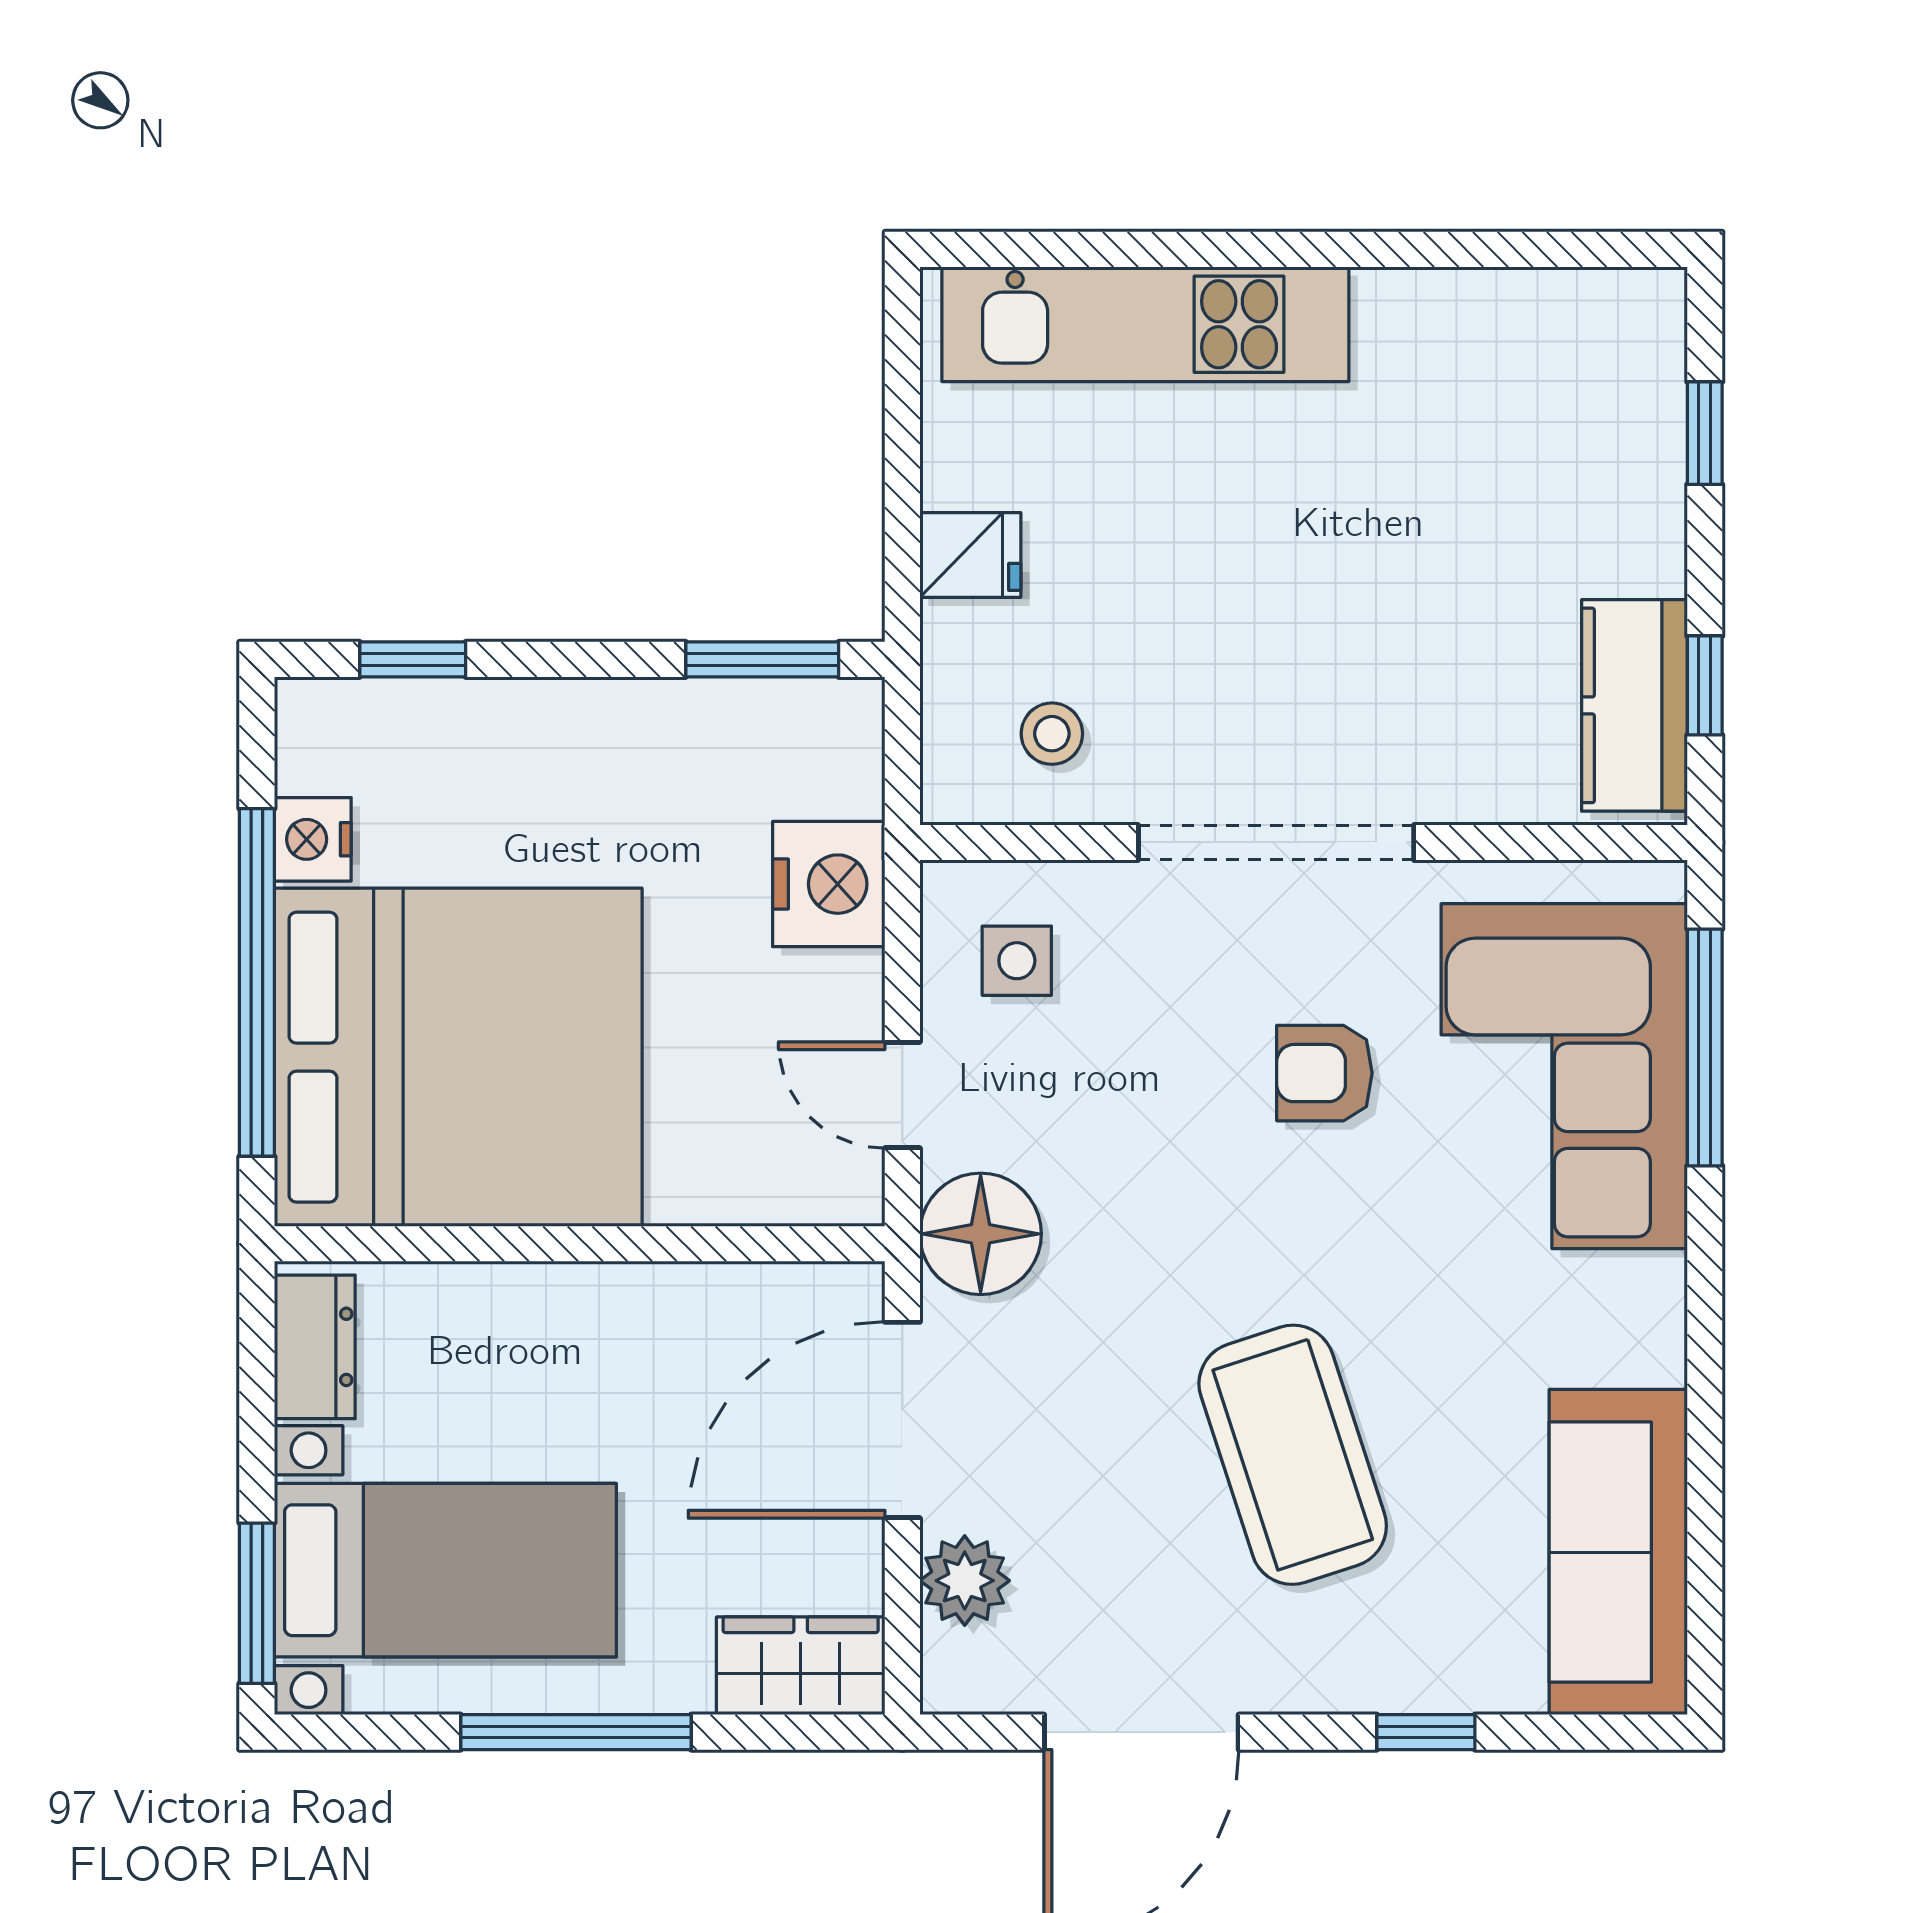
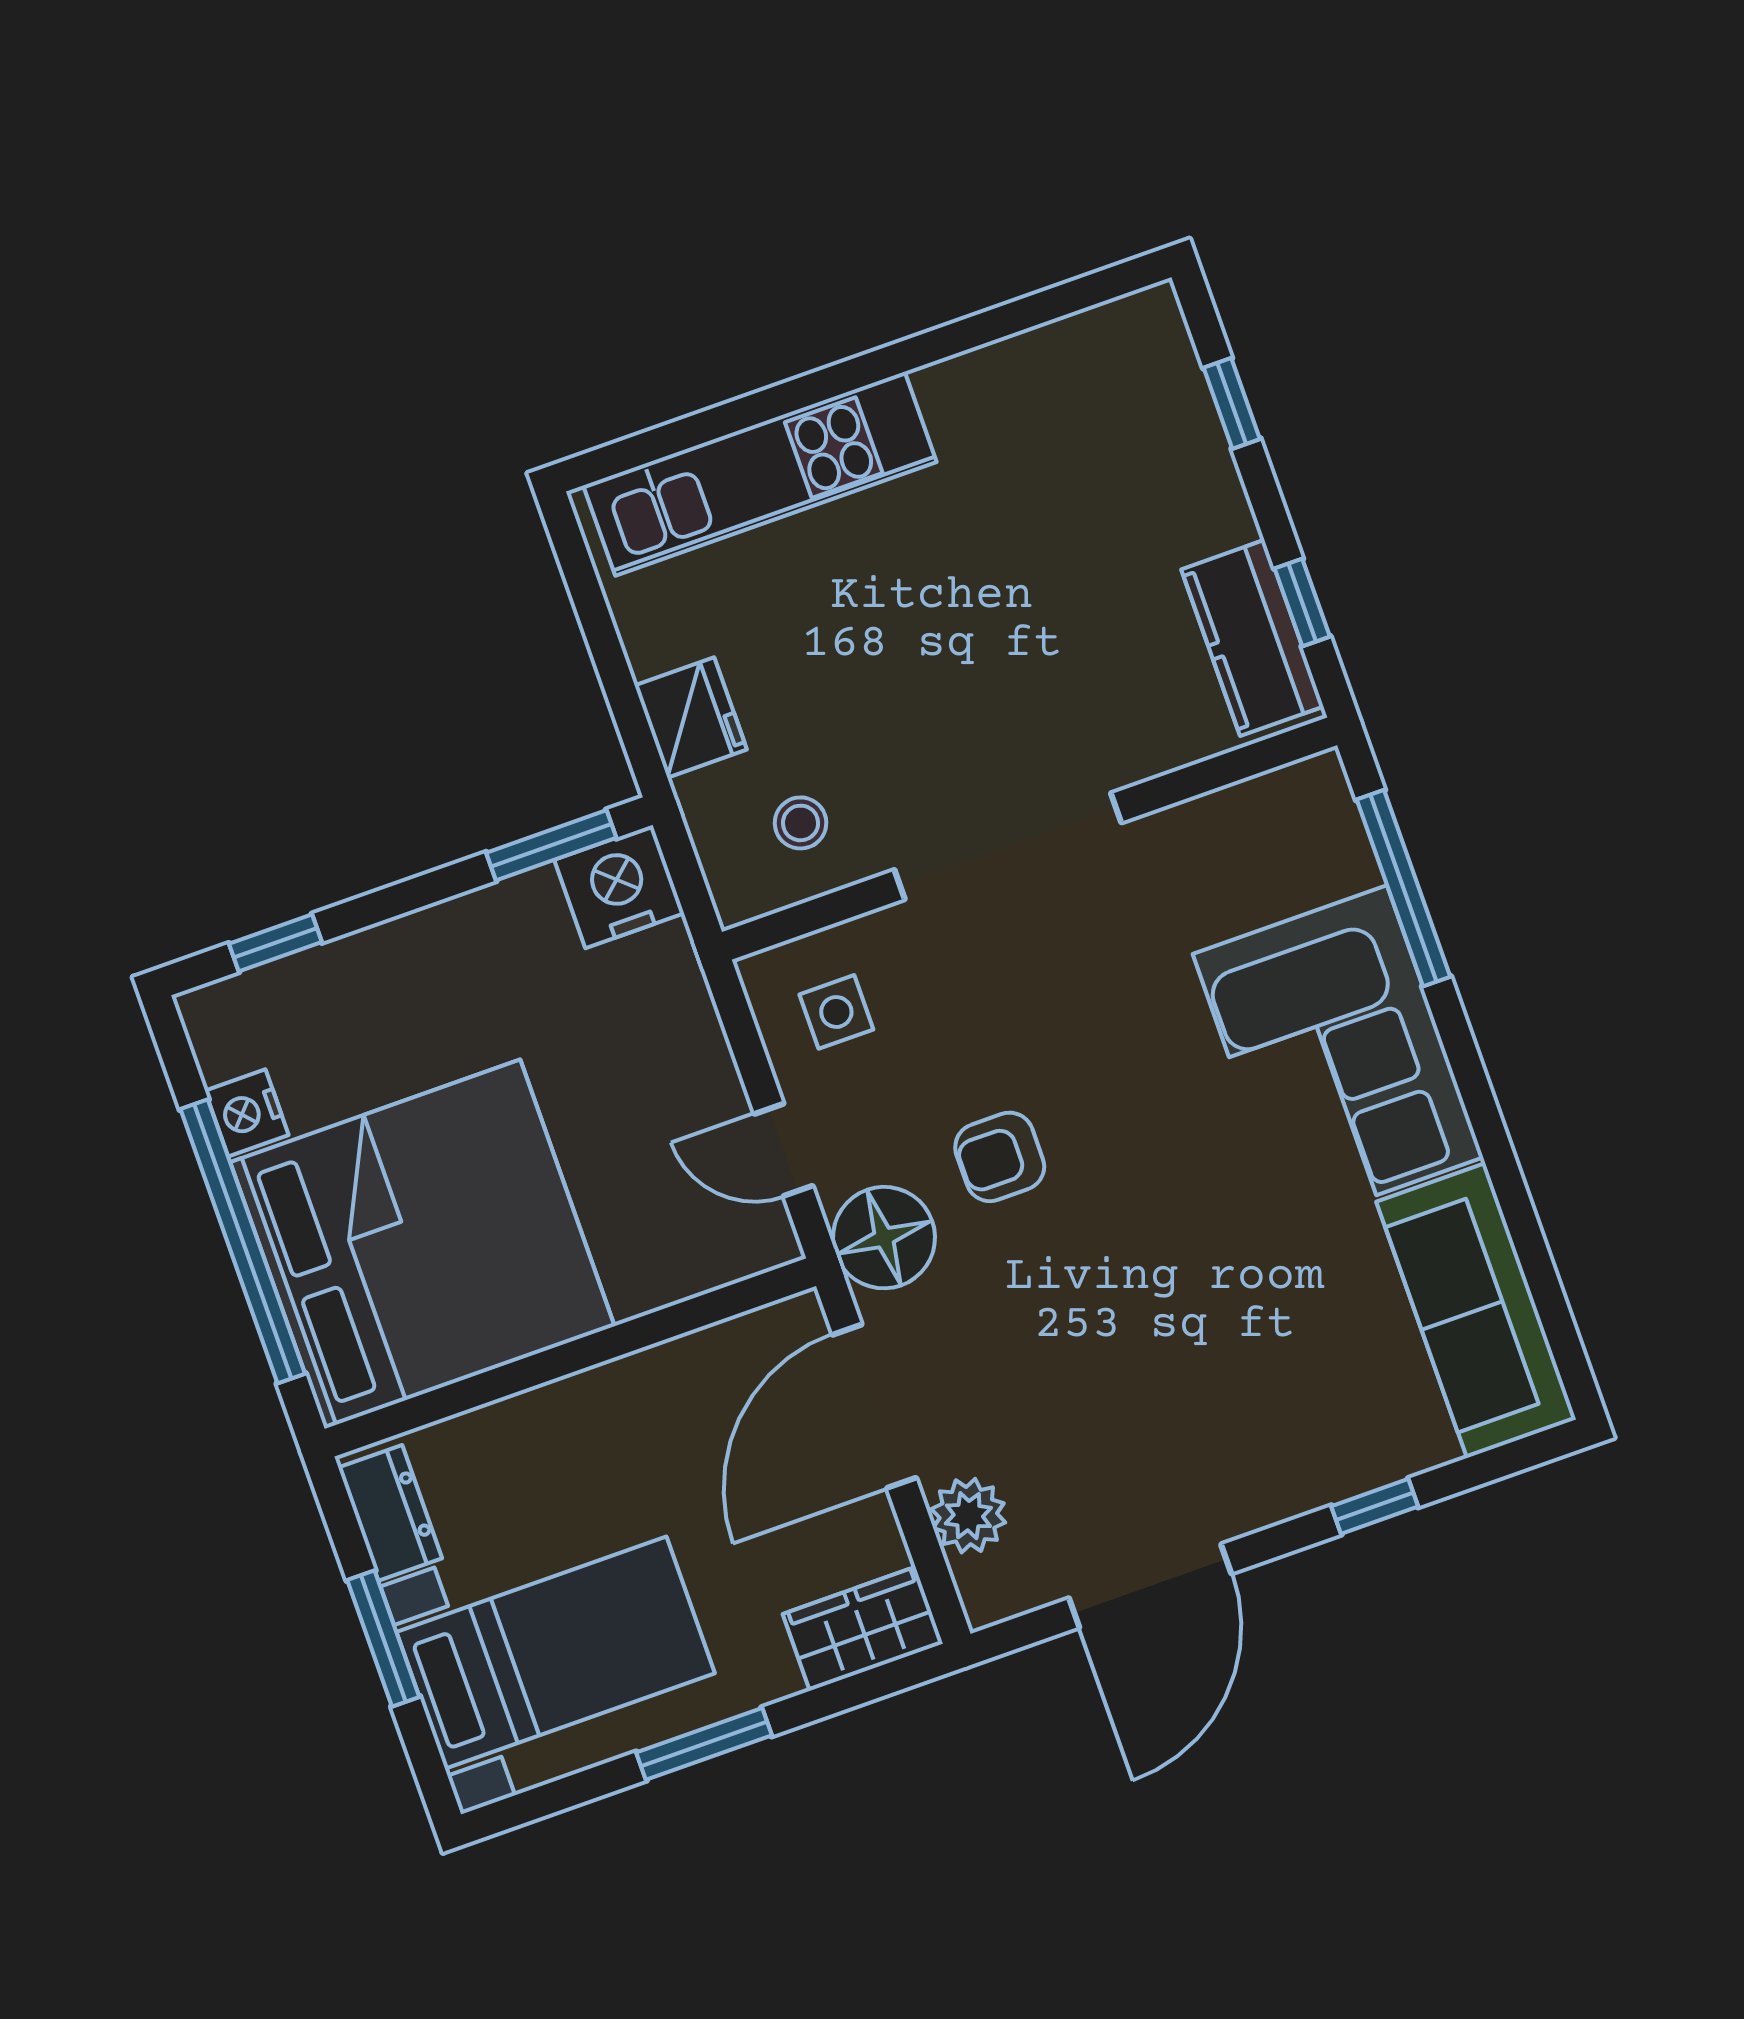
fridge: (970, 555) -> (691, 718), width x1.38
nightstand: (829, 884) -> (619, 887), moved, turned -90
armchair: (1324, 1073) -> (1000, 1157), moved
corner sofa: (1564, 1076) -> (1338, 1056), moved
coffee table: (1293, 1455) -> (1192, 1325), removed
window: (257, 1603) -> (383, 1638), moved
window: (576, 1732) -> (704, 1744), width x0.69

